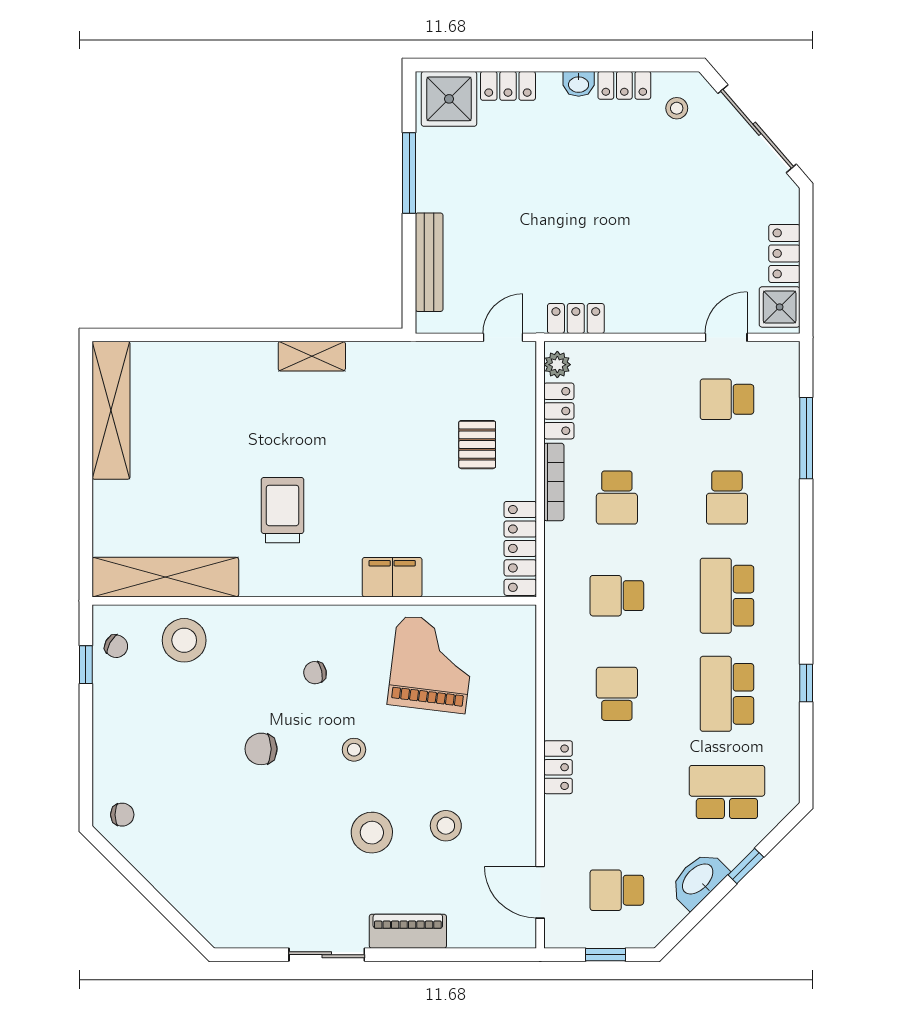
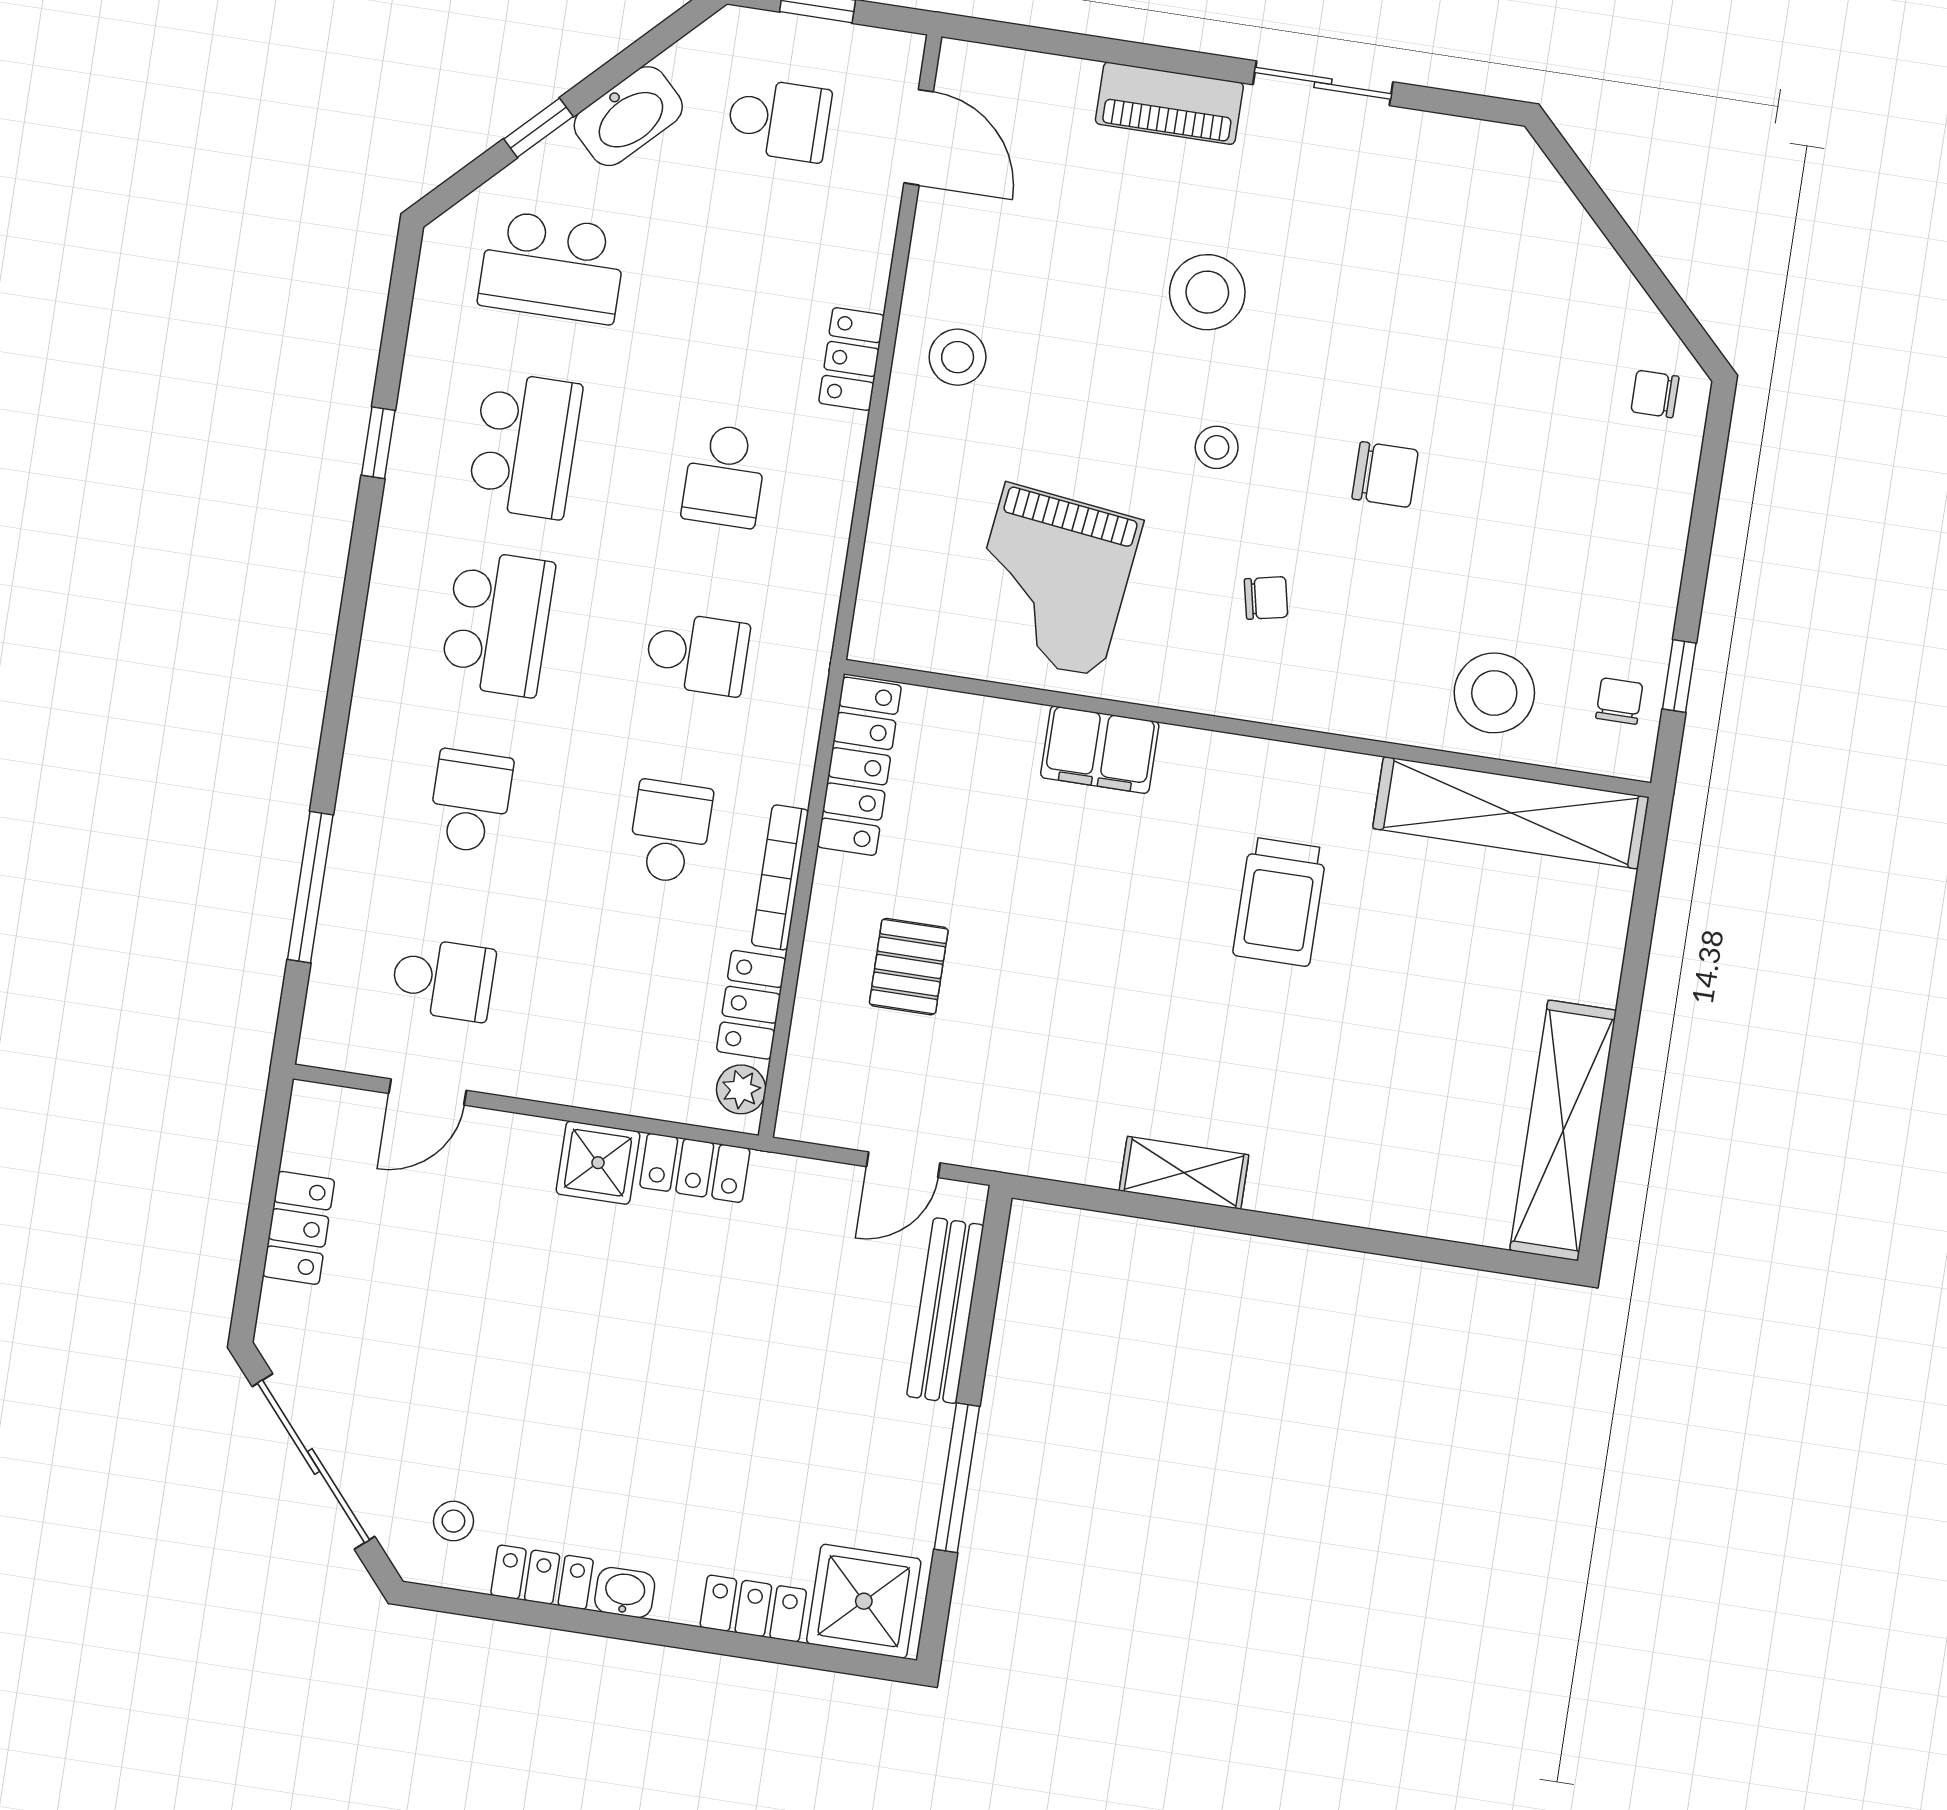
shower: (780, 307) -> (598, 1163), moved
door: (503, 337) -> (903, 1165), moved
chair: (116, 646) -> (1619, 701), turned 61
stool: (446, 826) -> (958, 357), moved

